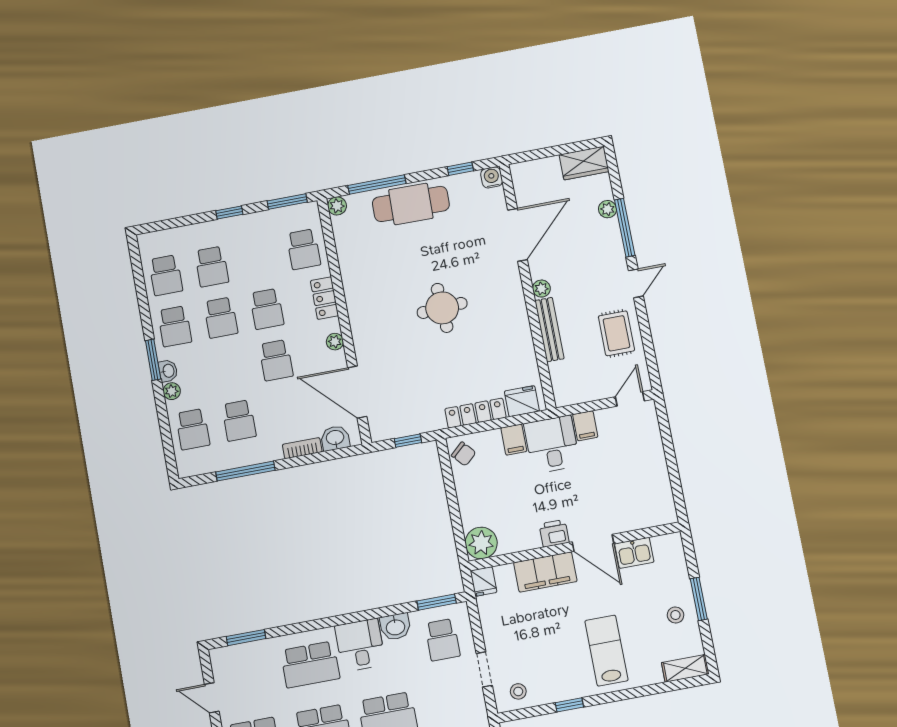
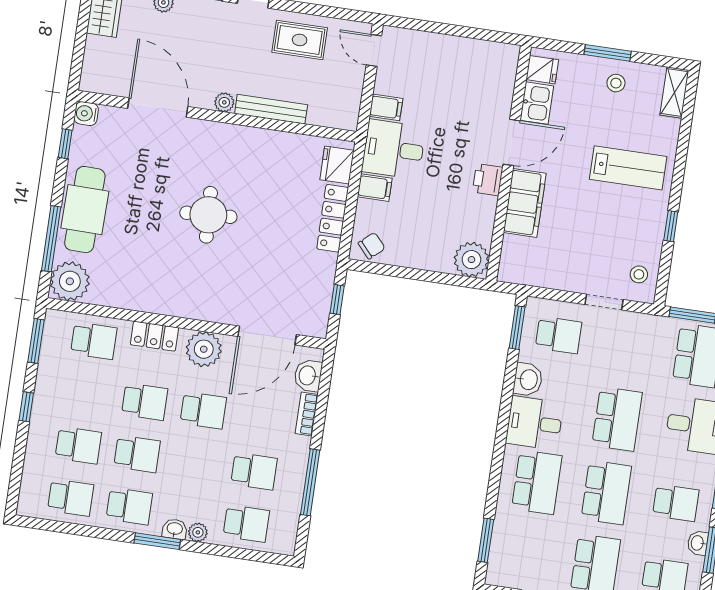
plant: (337, 206) -> (70, 281), width x1.87, depth x1.87
plant: (335, 342) -> (204, 349), width x1.88, depth x1.88
fridge: (484, 581) -> (542, 70), moved
lab bench: (606, 651) -> (628, 168), turned 180

